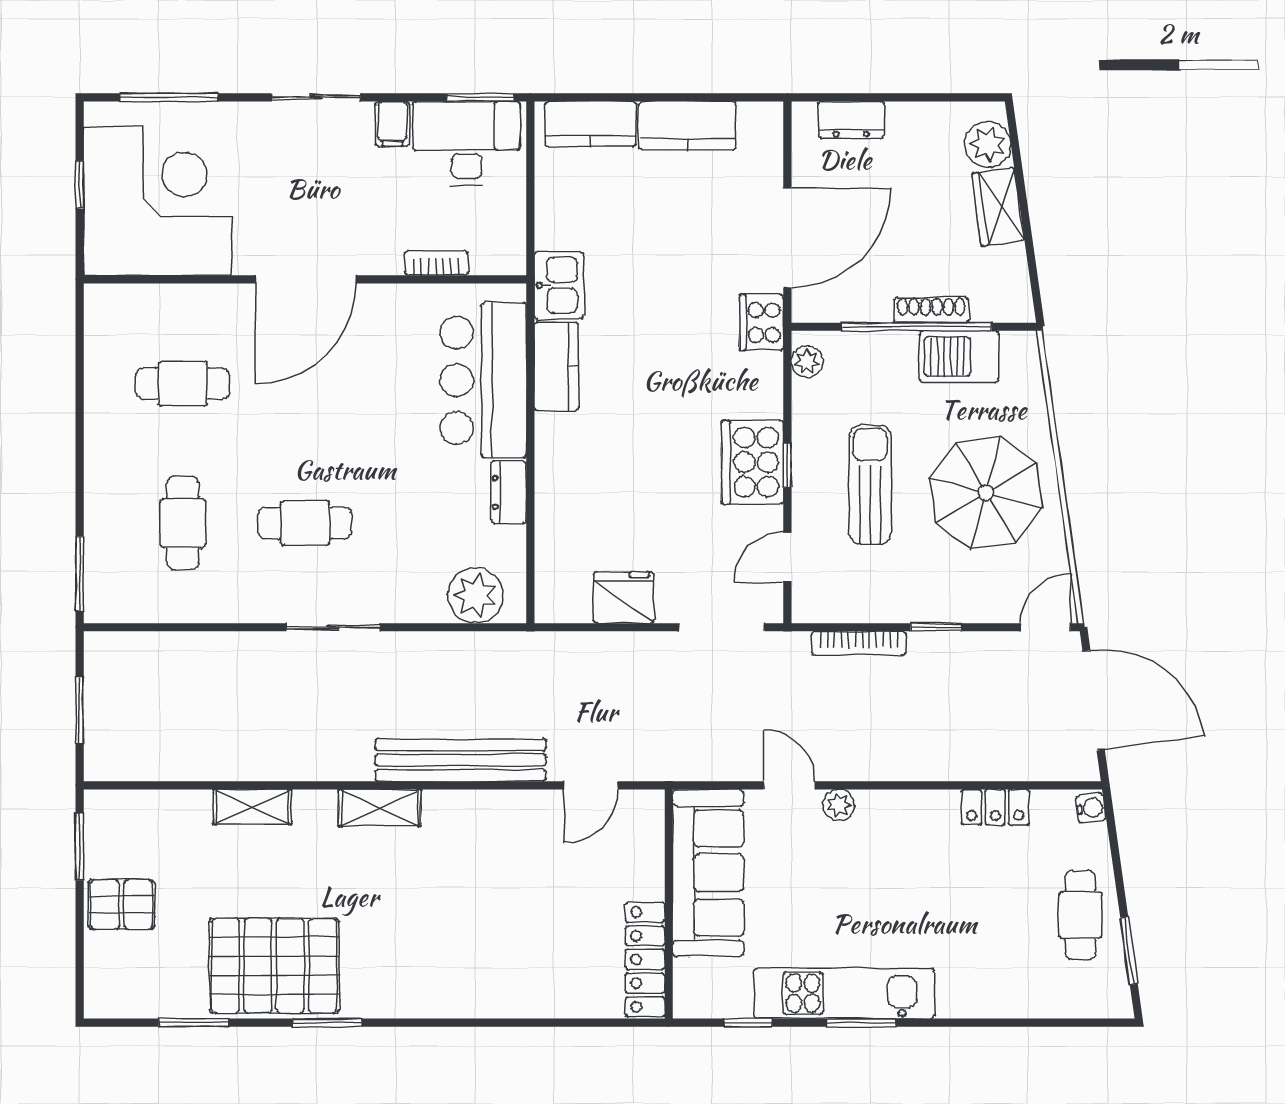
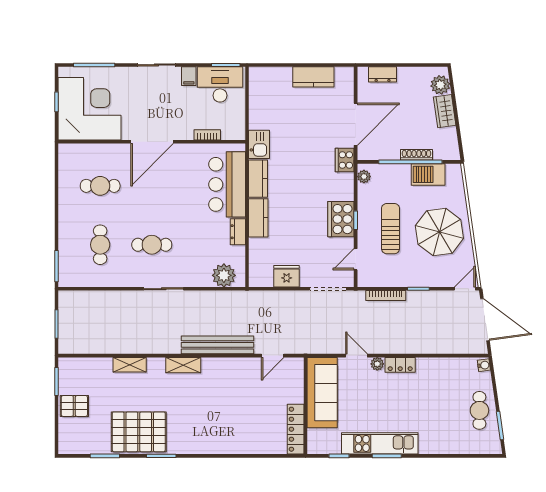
kitchen counter: (591, 124) -> (258, 218), moved, turned -90
locker: (995, 807) -> (400, 365), moved

